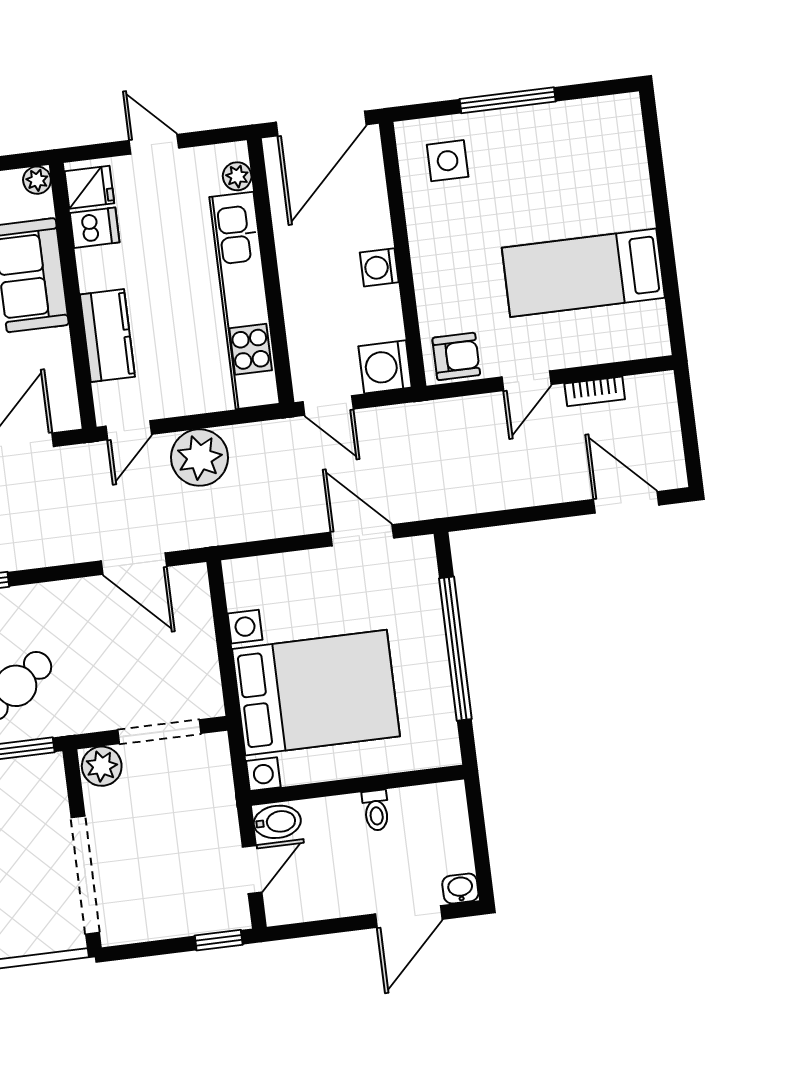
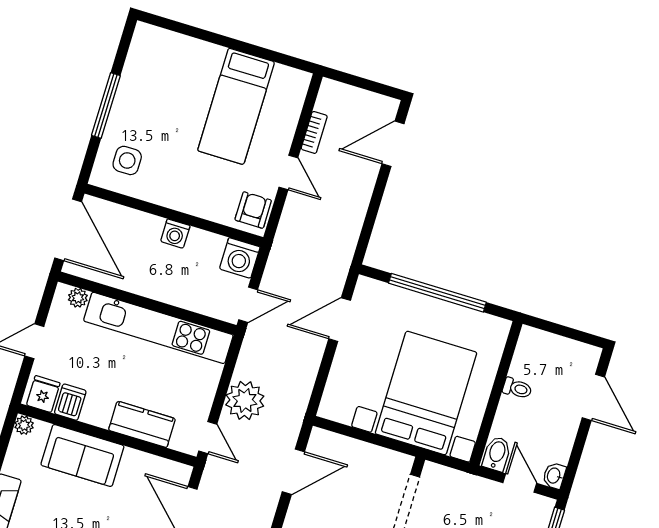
washbasin: (460, 889) -> (554, 476), moved

